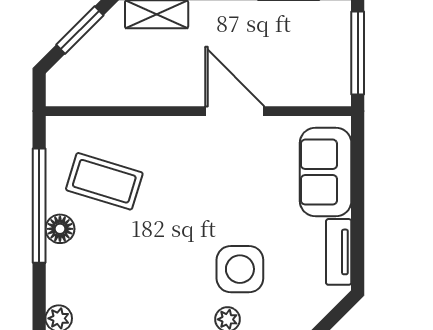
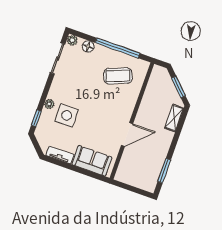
window: (358, 53) -> (133, 189), removed
coffee table: (104, 181) -> (118, 76), turned 52
floor lamp: (60, 229) -> (88, 46), moved

